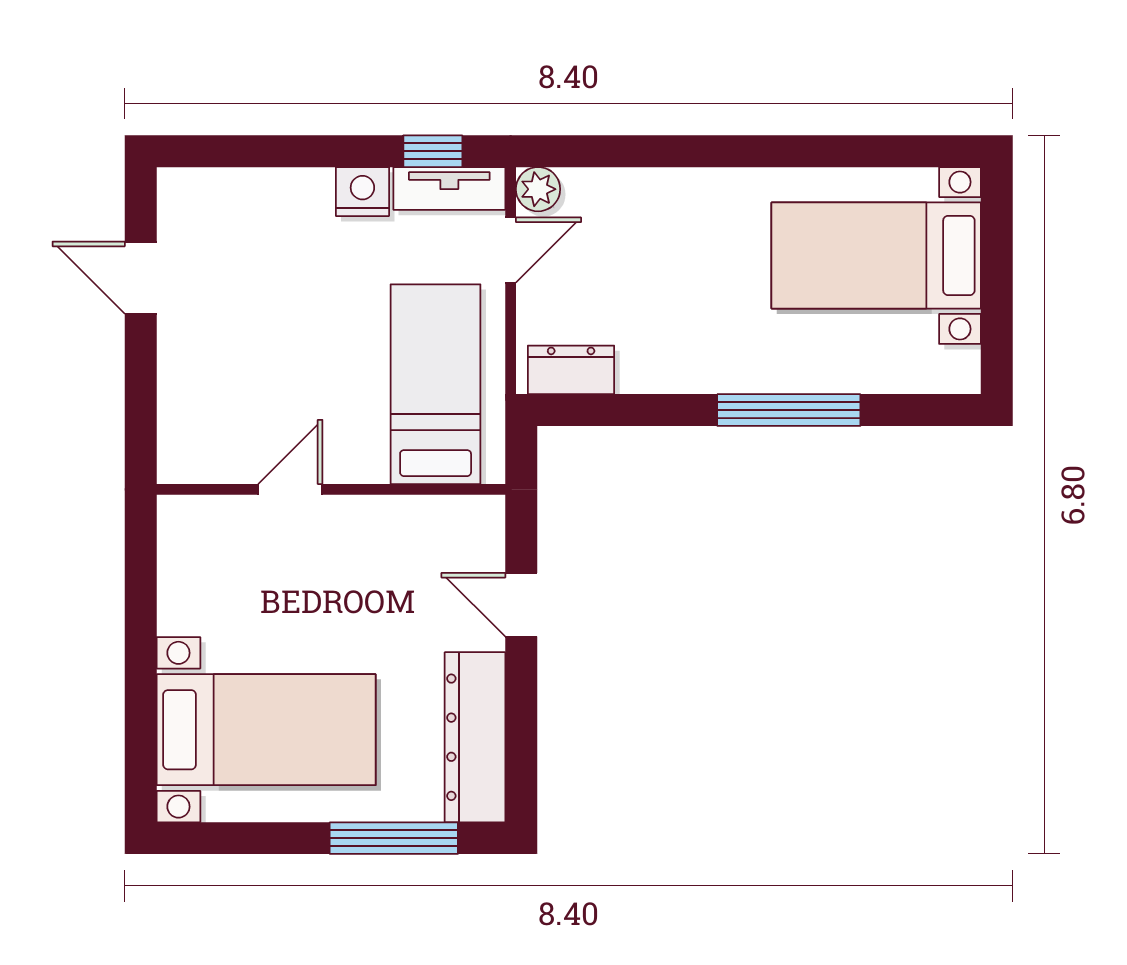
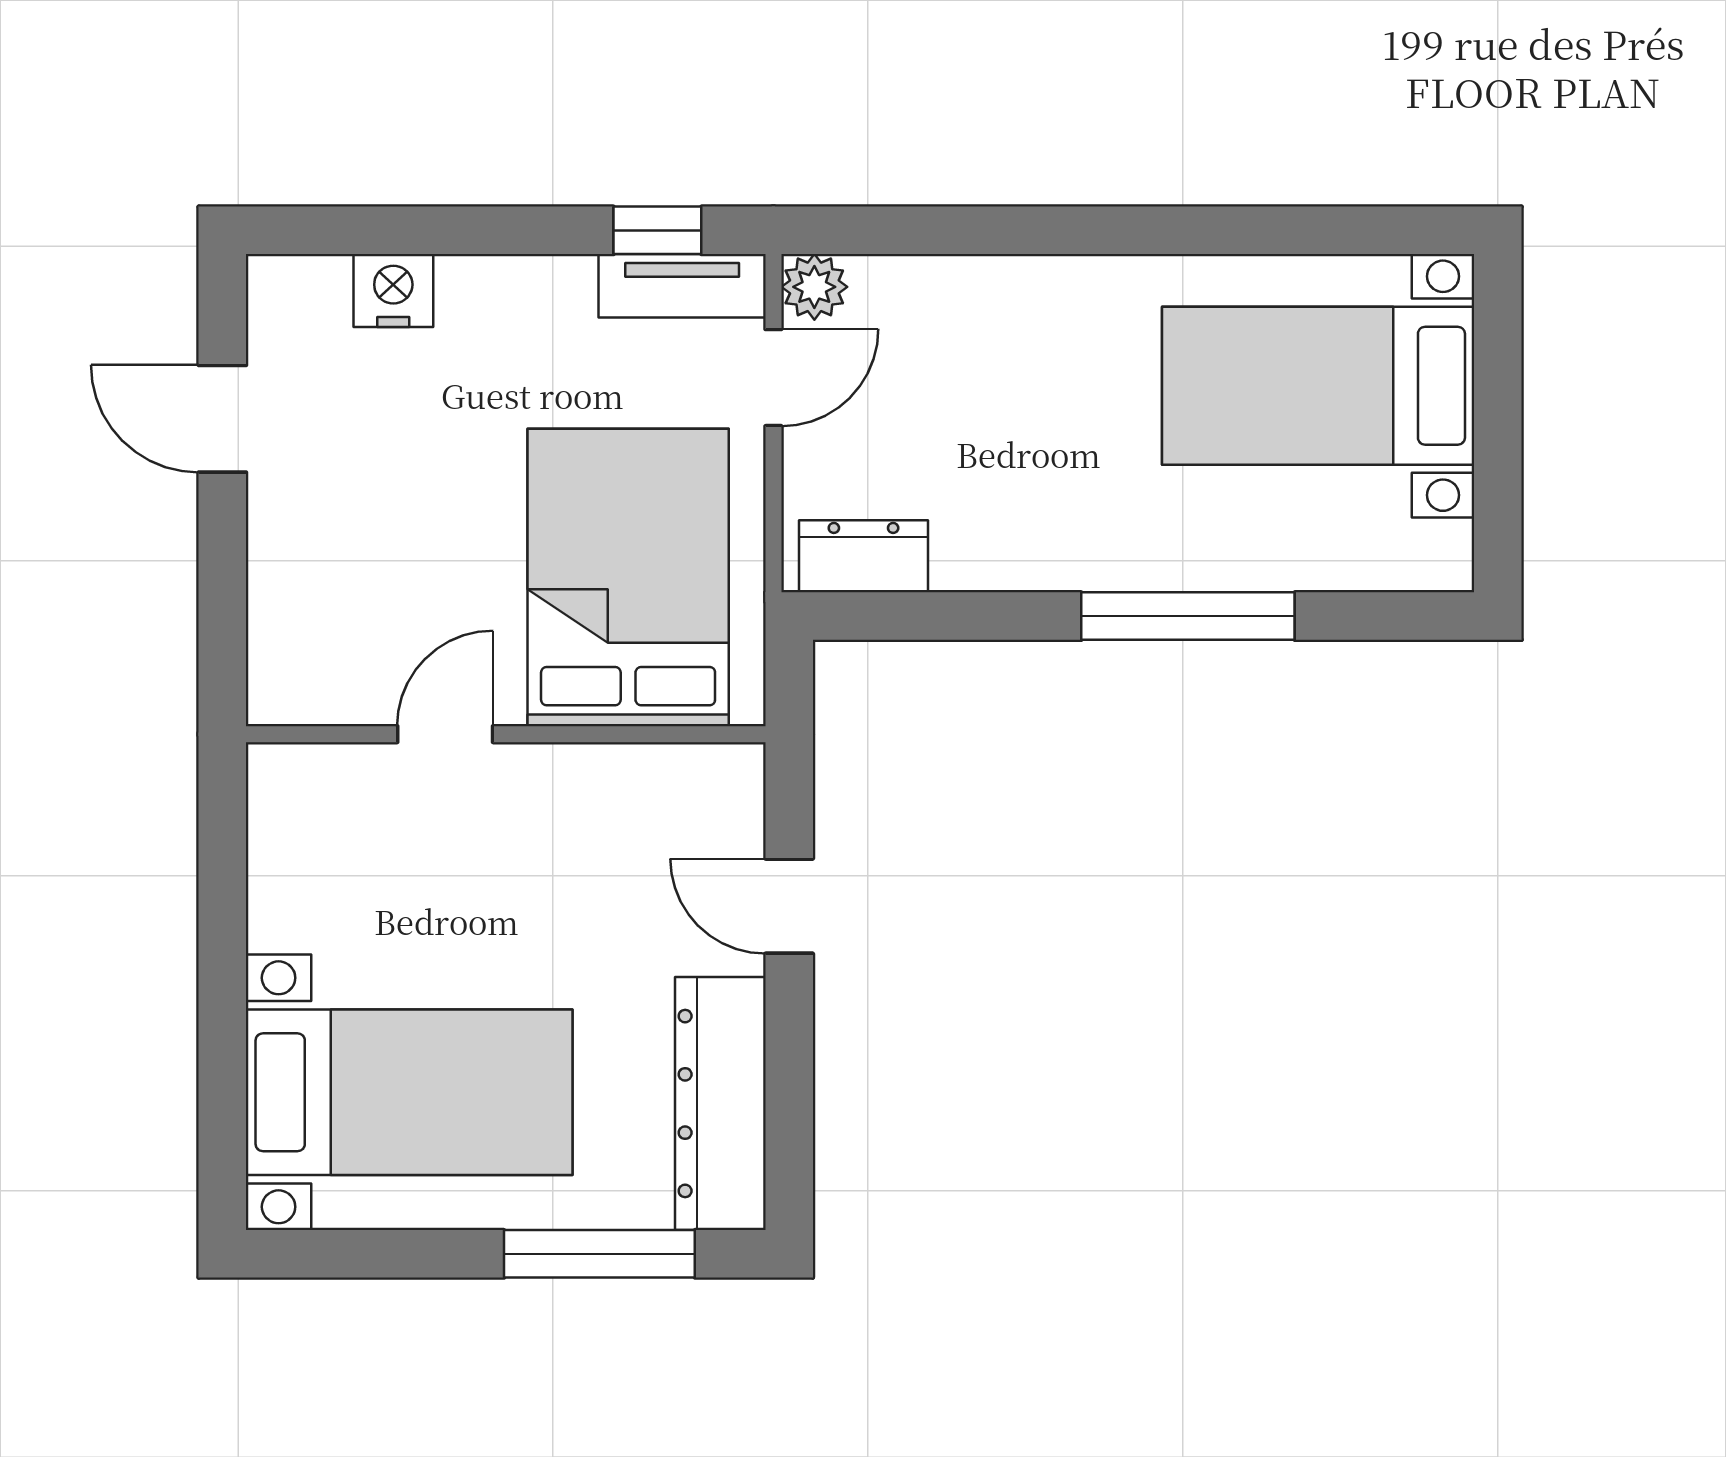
nightstand: (362, 192) -> (393, 290), moved
bed: (436, 384) -> (628, 577), width x1.50

